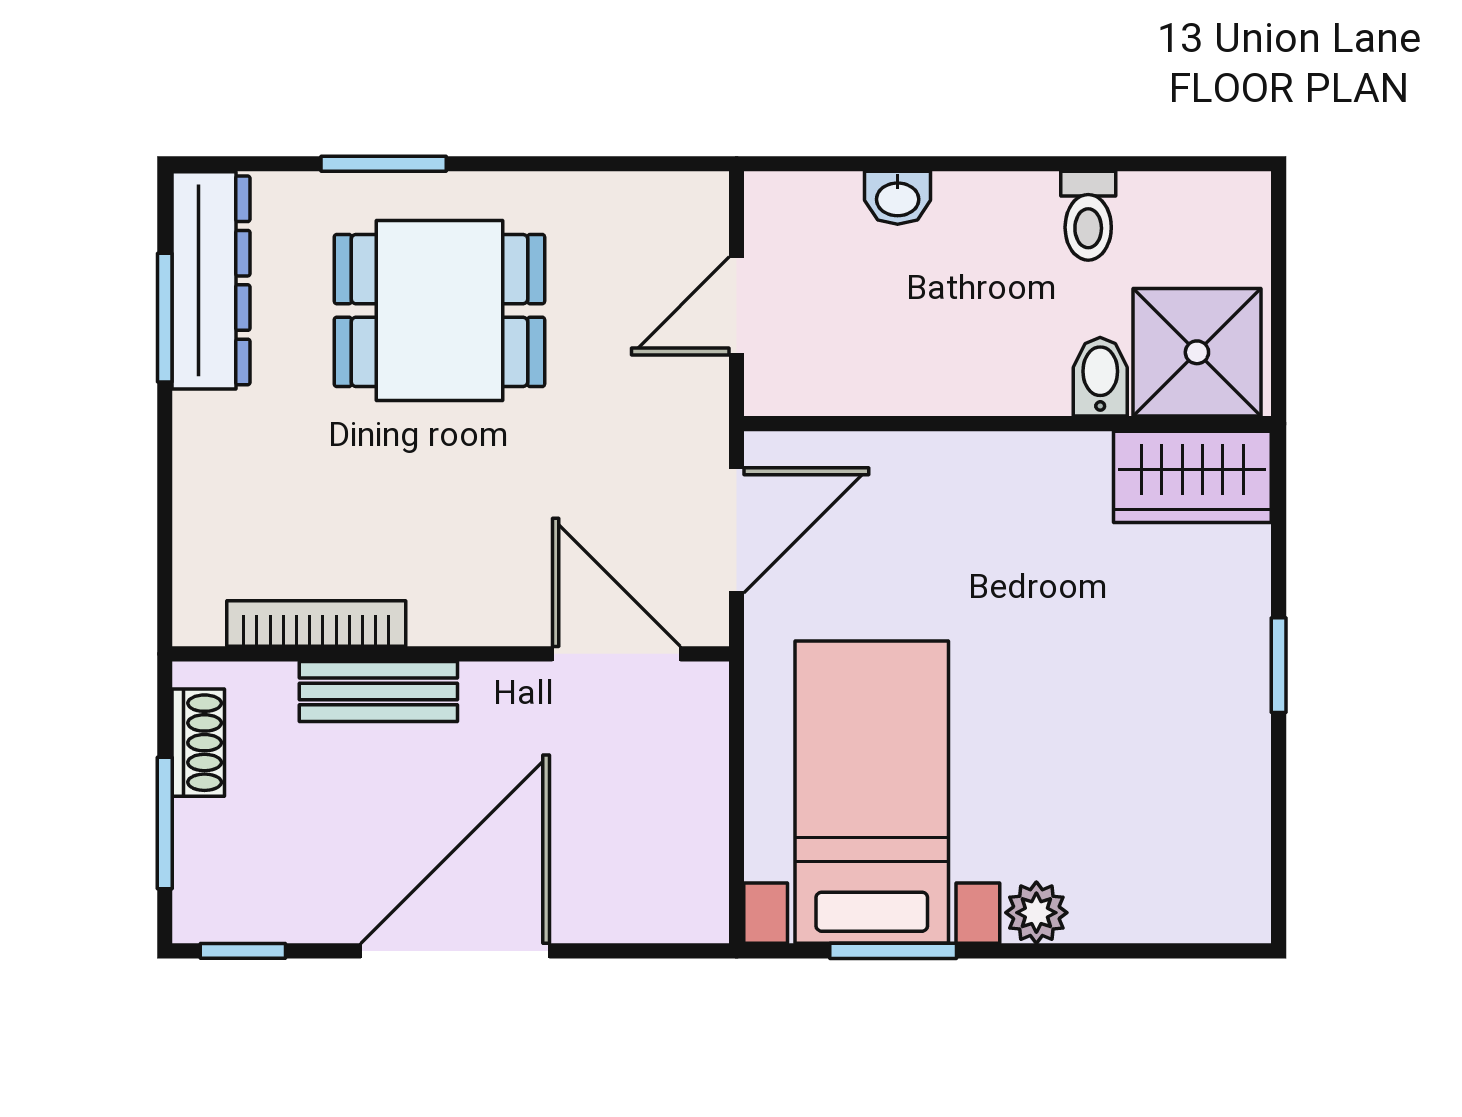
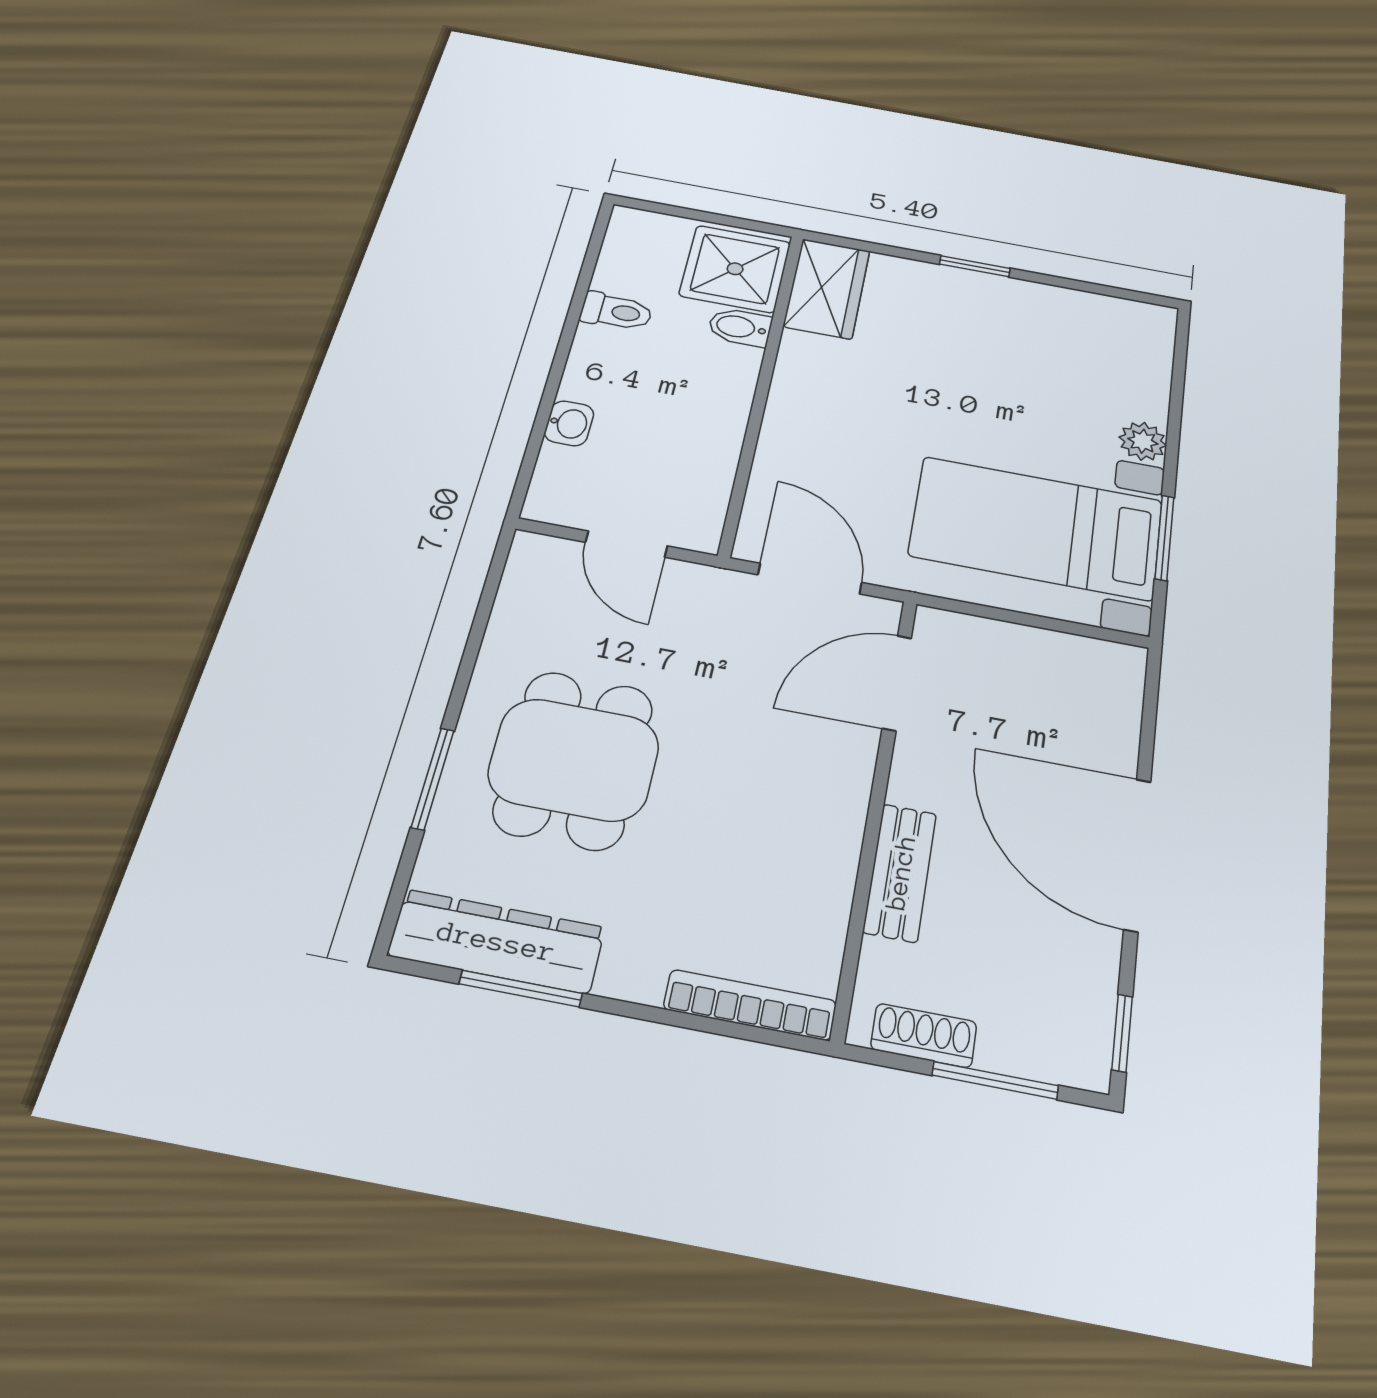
bookcase: (316, 624) -> (750, 1005), moved, turned 90

